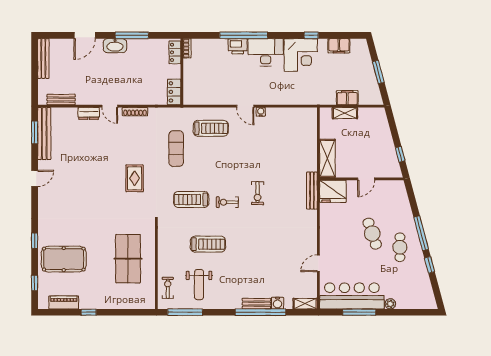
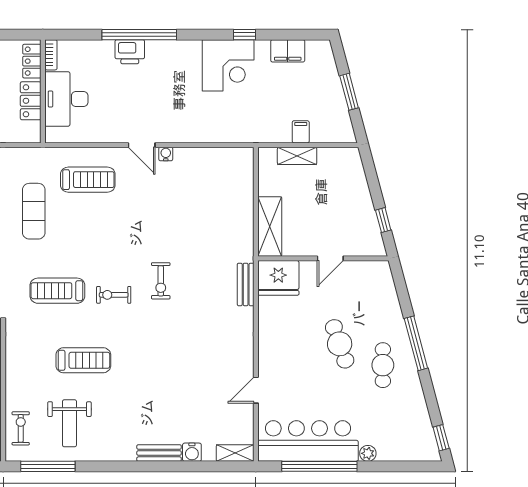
desk: (266, 52) -> (66, 99), moved, turned -90
locker: (174, 92) -> (31, 101), moved
filing cabinet: (347, 98) -> (301, 132), width x0.50
bench: (312, 191) -> (246, 284), width x0.73
window: (430, 265) -> (441, 438), moved
window: (260, 312) -> (165, 466), removed
window: (359, 312) -> (319, 466), width x1.46

